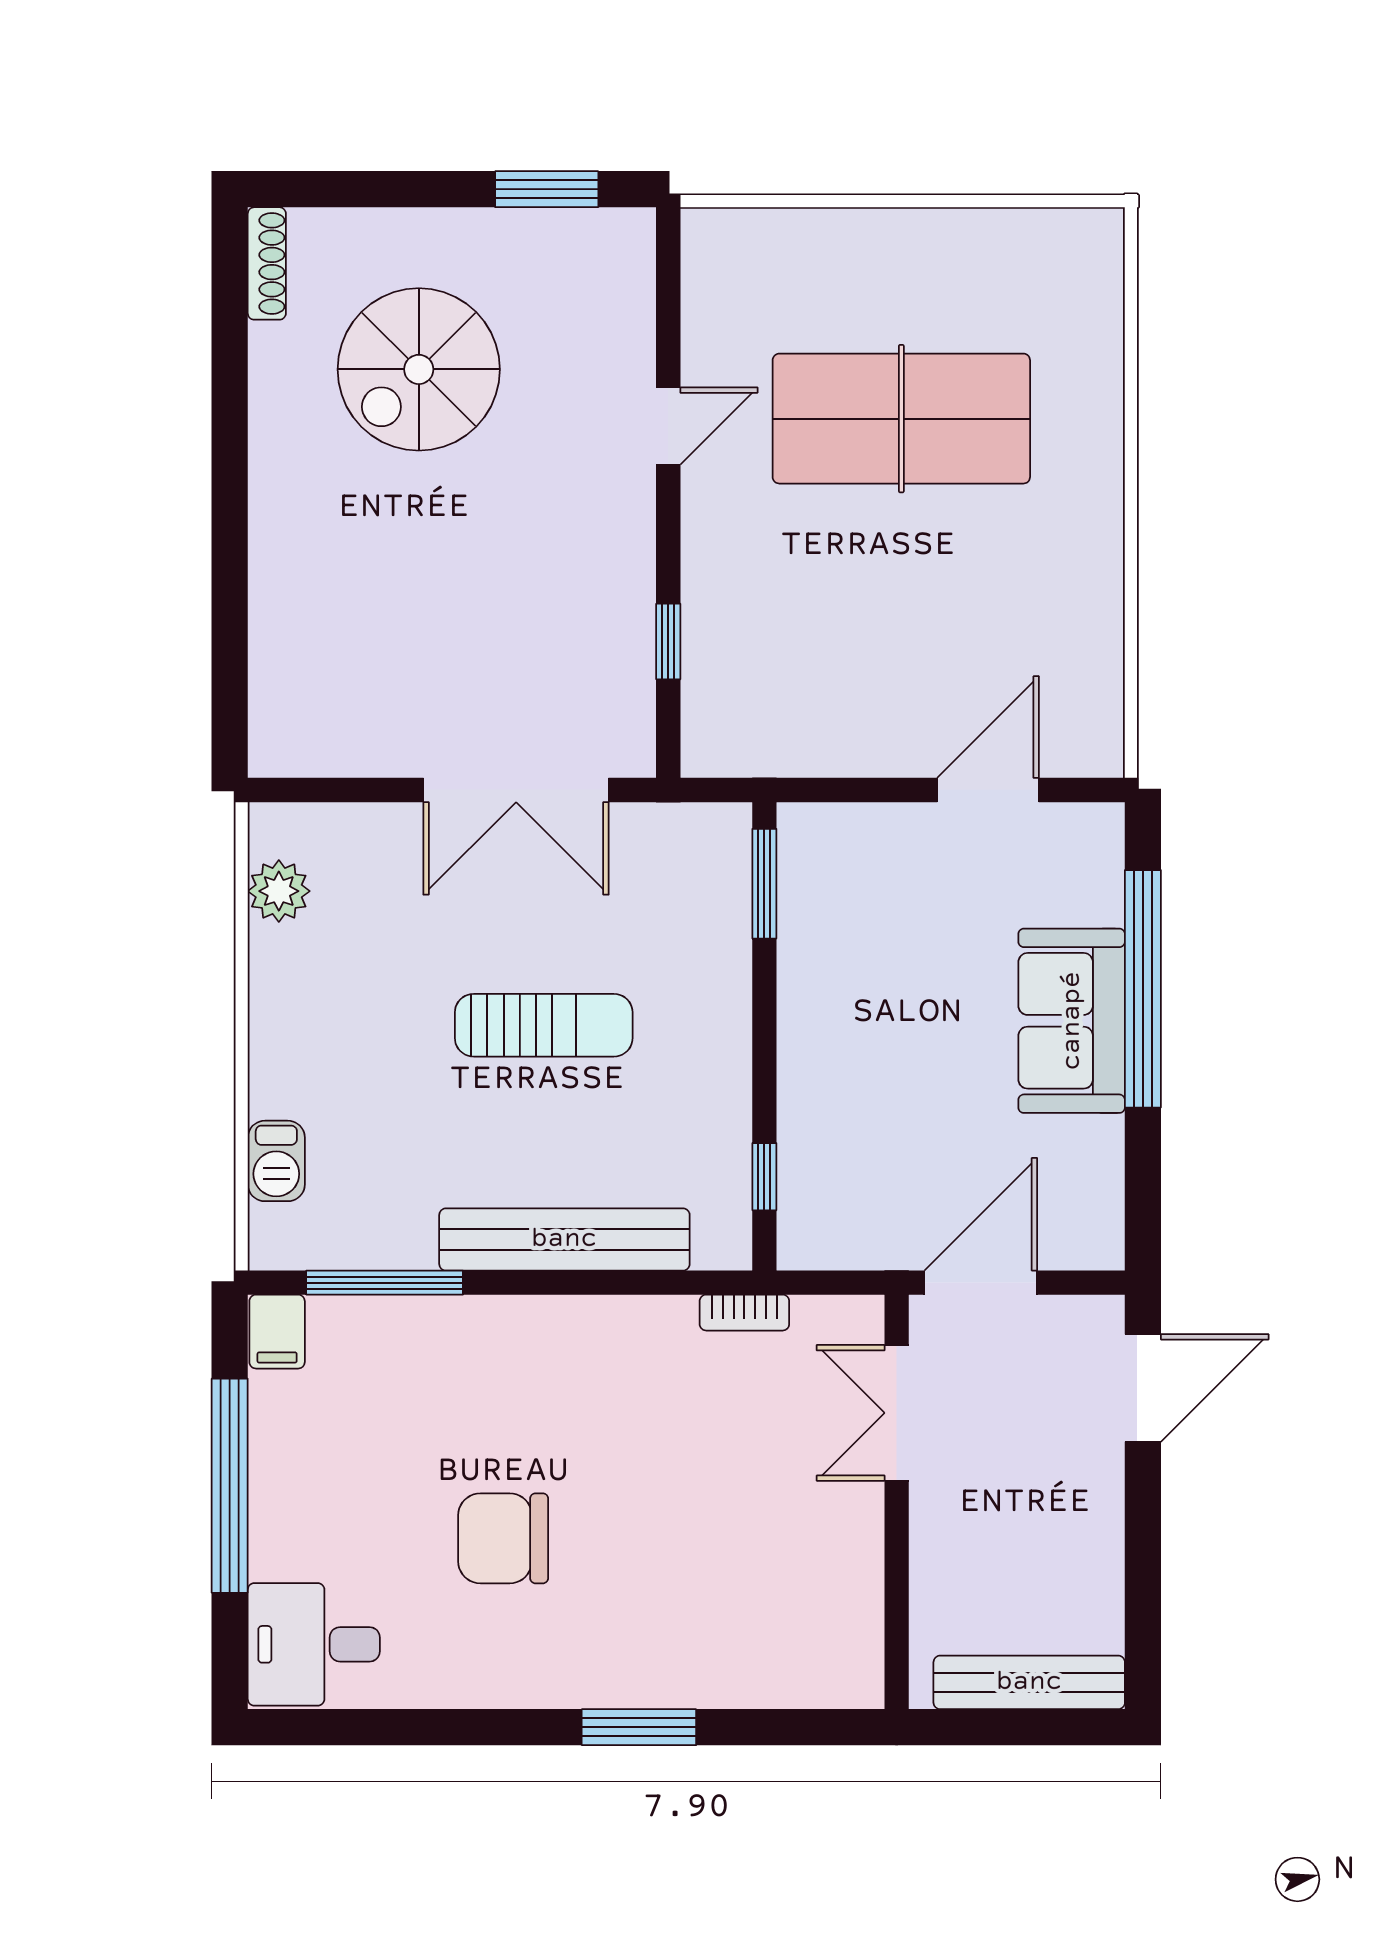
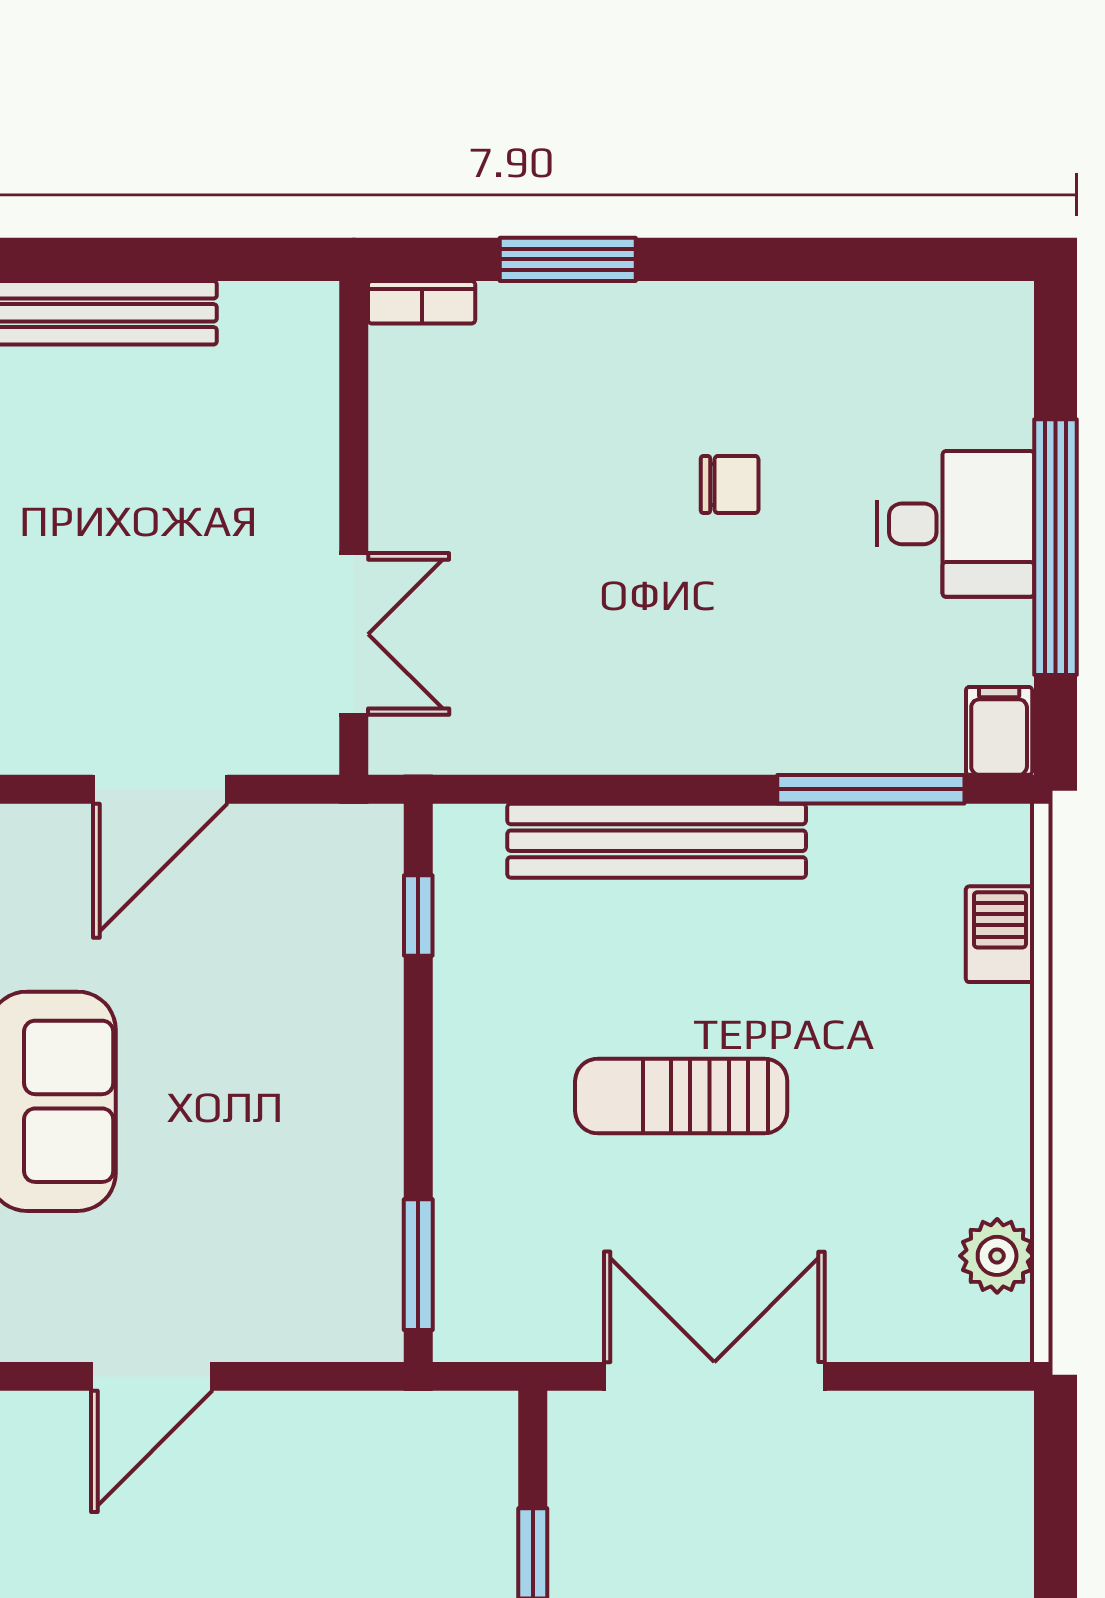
bookcase: (744, 1313) -> (422, 302), moved, turned 180
double door: (897, 1413) -> (354, 634), moved
wall: (897, 1502) -> (354, 528), moved
chair: (503, 1538) -> (730, 484), width x0.54, depth x0.54
desk: (314, 1644) -> (955, 524), moved

